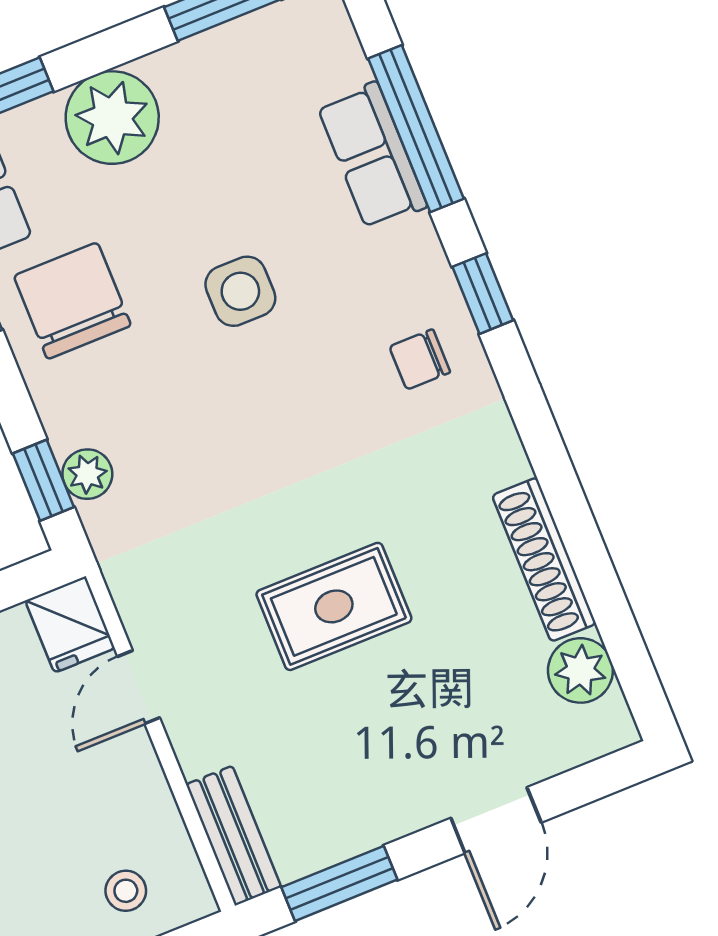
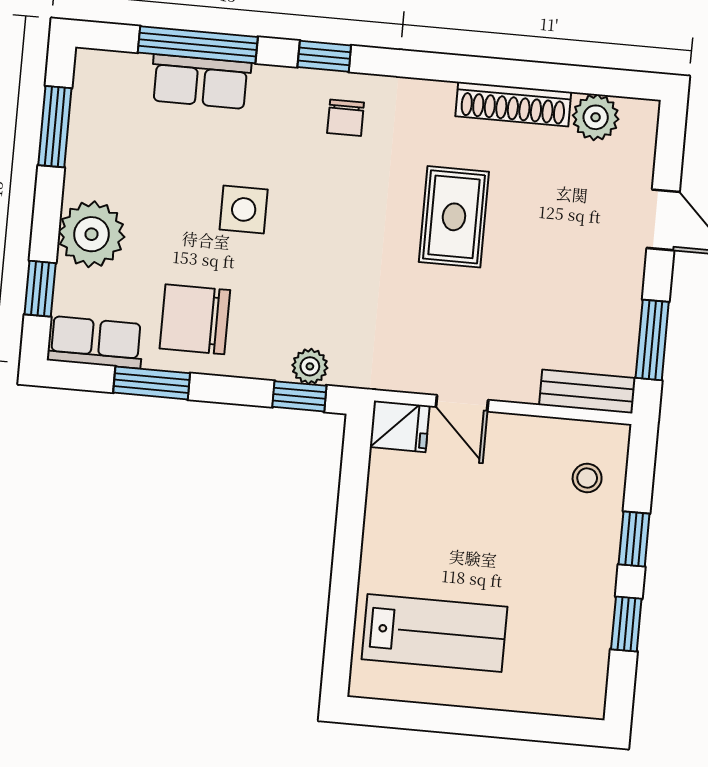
rug: (334, 606) -> (454, 217), moved

